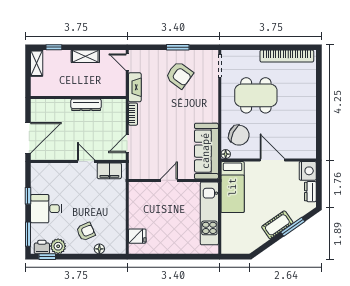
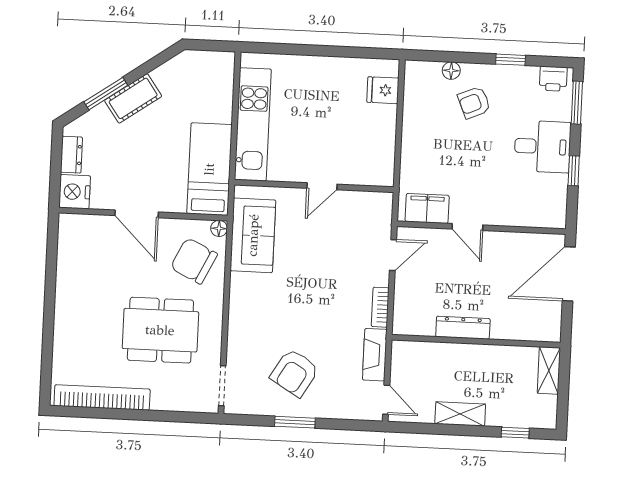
shelving: (37, 63) -> (549, 370), moved
armchair: (179, 75) -> (295, 373), turned -95
sofa: (206, 151) -> (253, 235), width x0.73
plant: (58, 246) -> (524, 79), removed
window: (47, 257) -> (511, 60), moved

